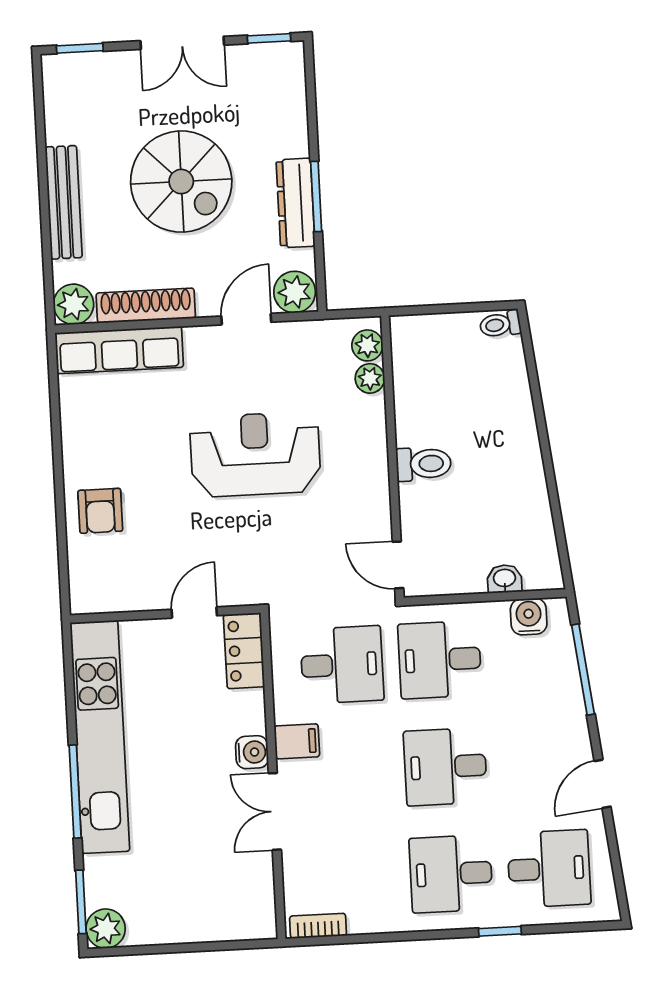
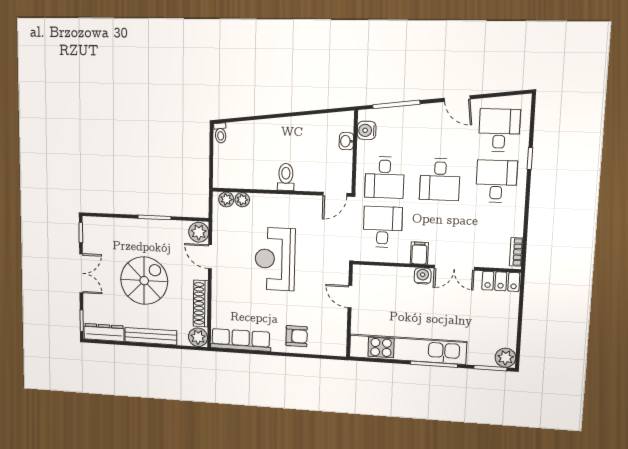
dresser: (296, 203) -> (104, 332), moved, turned 180
row of seats: (119, 350) -> (241, 340), moved, turned -90
locker: (244, 651) -> (501, 281), moved
desk: (451, 874) -> (496, 181), turned 180

